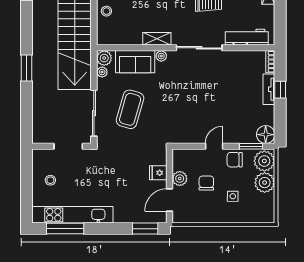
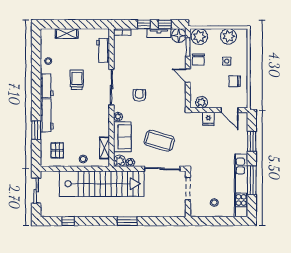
workbench: (247, 37) -> (103, 50), width x0.73
shelving: (157, 39) -> (104, 148), moved
armchair: (189, 84) -> (139, 95), added
tv unit: (269, 89) -> (159, 33), moved
window: (280, 116) -> (165, 24), added
plant: (180, 179) -> (201, 102), moved
chair: (206, 183) -> (235, 81), moved
plant: (265, 183) -> (228, 36), moved
window: (65, 229) -> (252, 180), moved
window: (145, 229) -> (252, 141), moved

